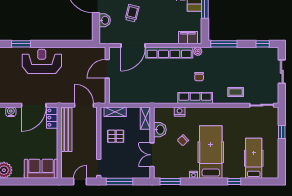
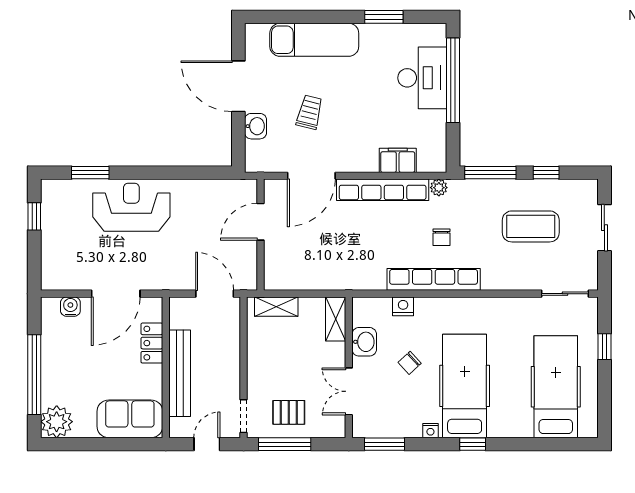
filing cabinet: (188, 38) -> (398, 160), moved
window: (263, 44) -> (546, 173), moved
coffee table: (236, 92) -> (531, 226), moved, width x1.86, depth x1.72
row of seats: (195, 98) -> (434, 279), width x1.36
locker: (52, 118) -> (152, 343), moved
bench: (66, 130) -> (180, 373), moved
pallet: (116, 136) -> (289, 412), moved
hospital bed: (254, 158) -> (556, 387), width x1.37, depth x1.29
window: (234, 182) -> (473, 444), moved

